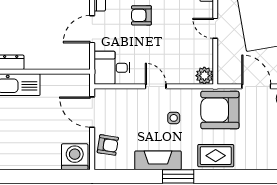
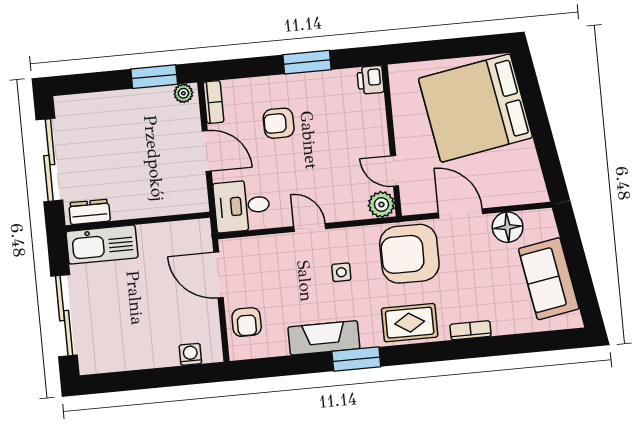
door: (215, 28) -> (395, 171), moved
door: (92, 29) -> (207, 151), swing flipped
armchair: (108, 145) -> (247, 322), turned 81
washing machine: (75, 157) -> (190, 354), width x0.53, depth x0.53
bookcase: (256, 164) -> (471, 330), added

